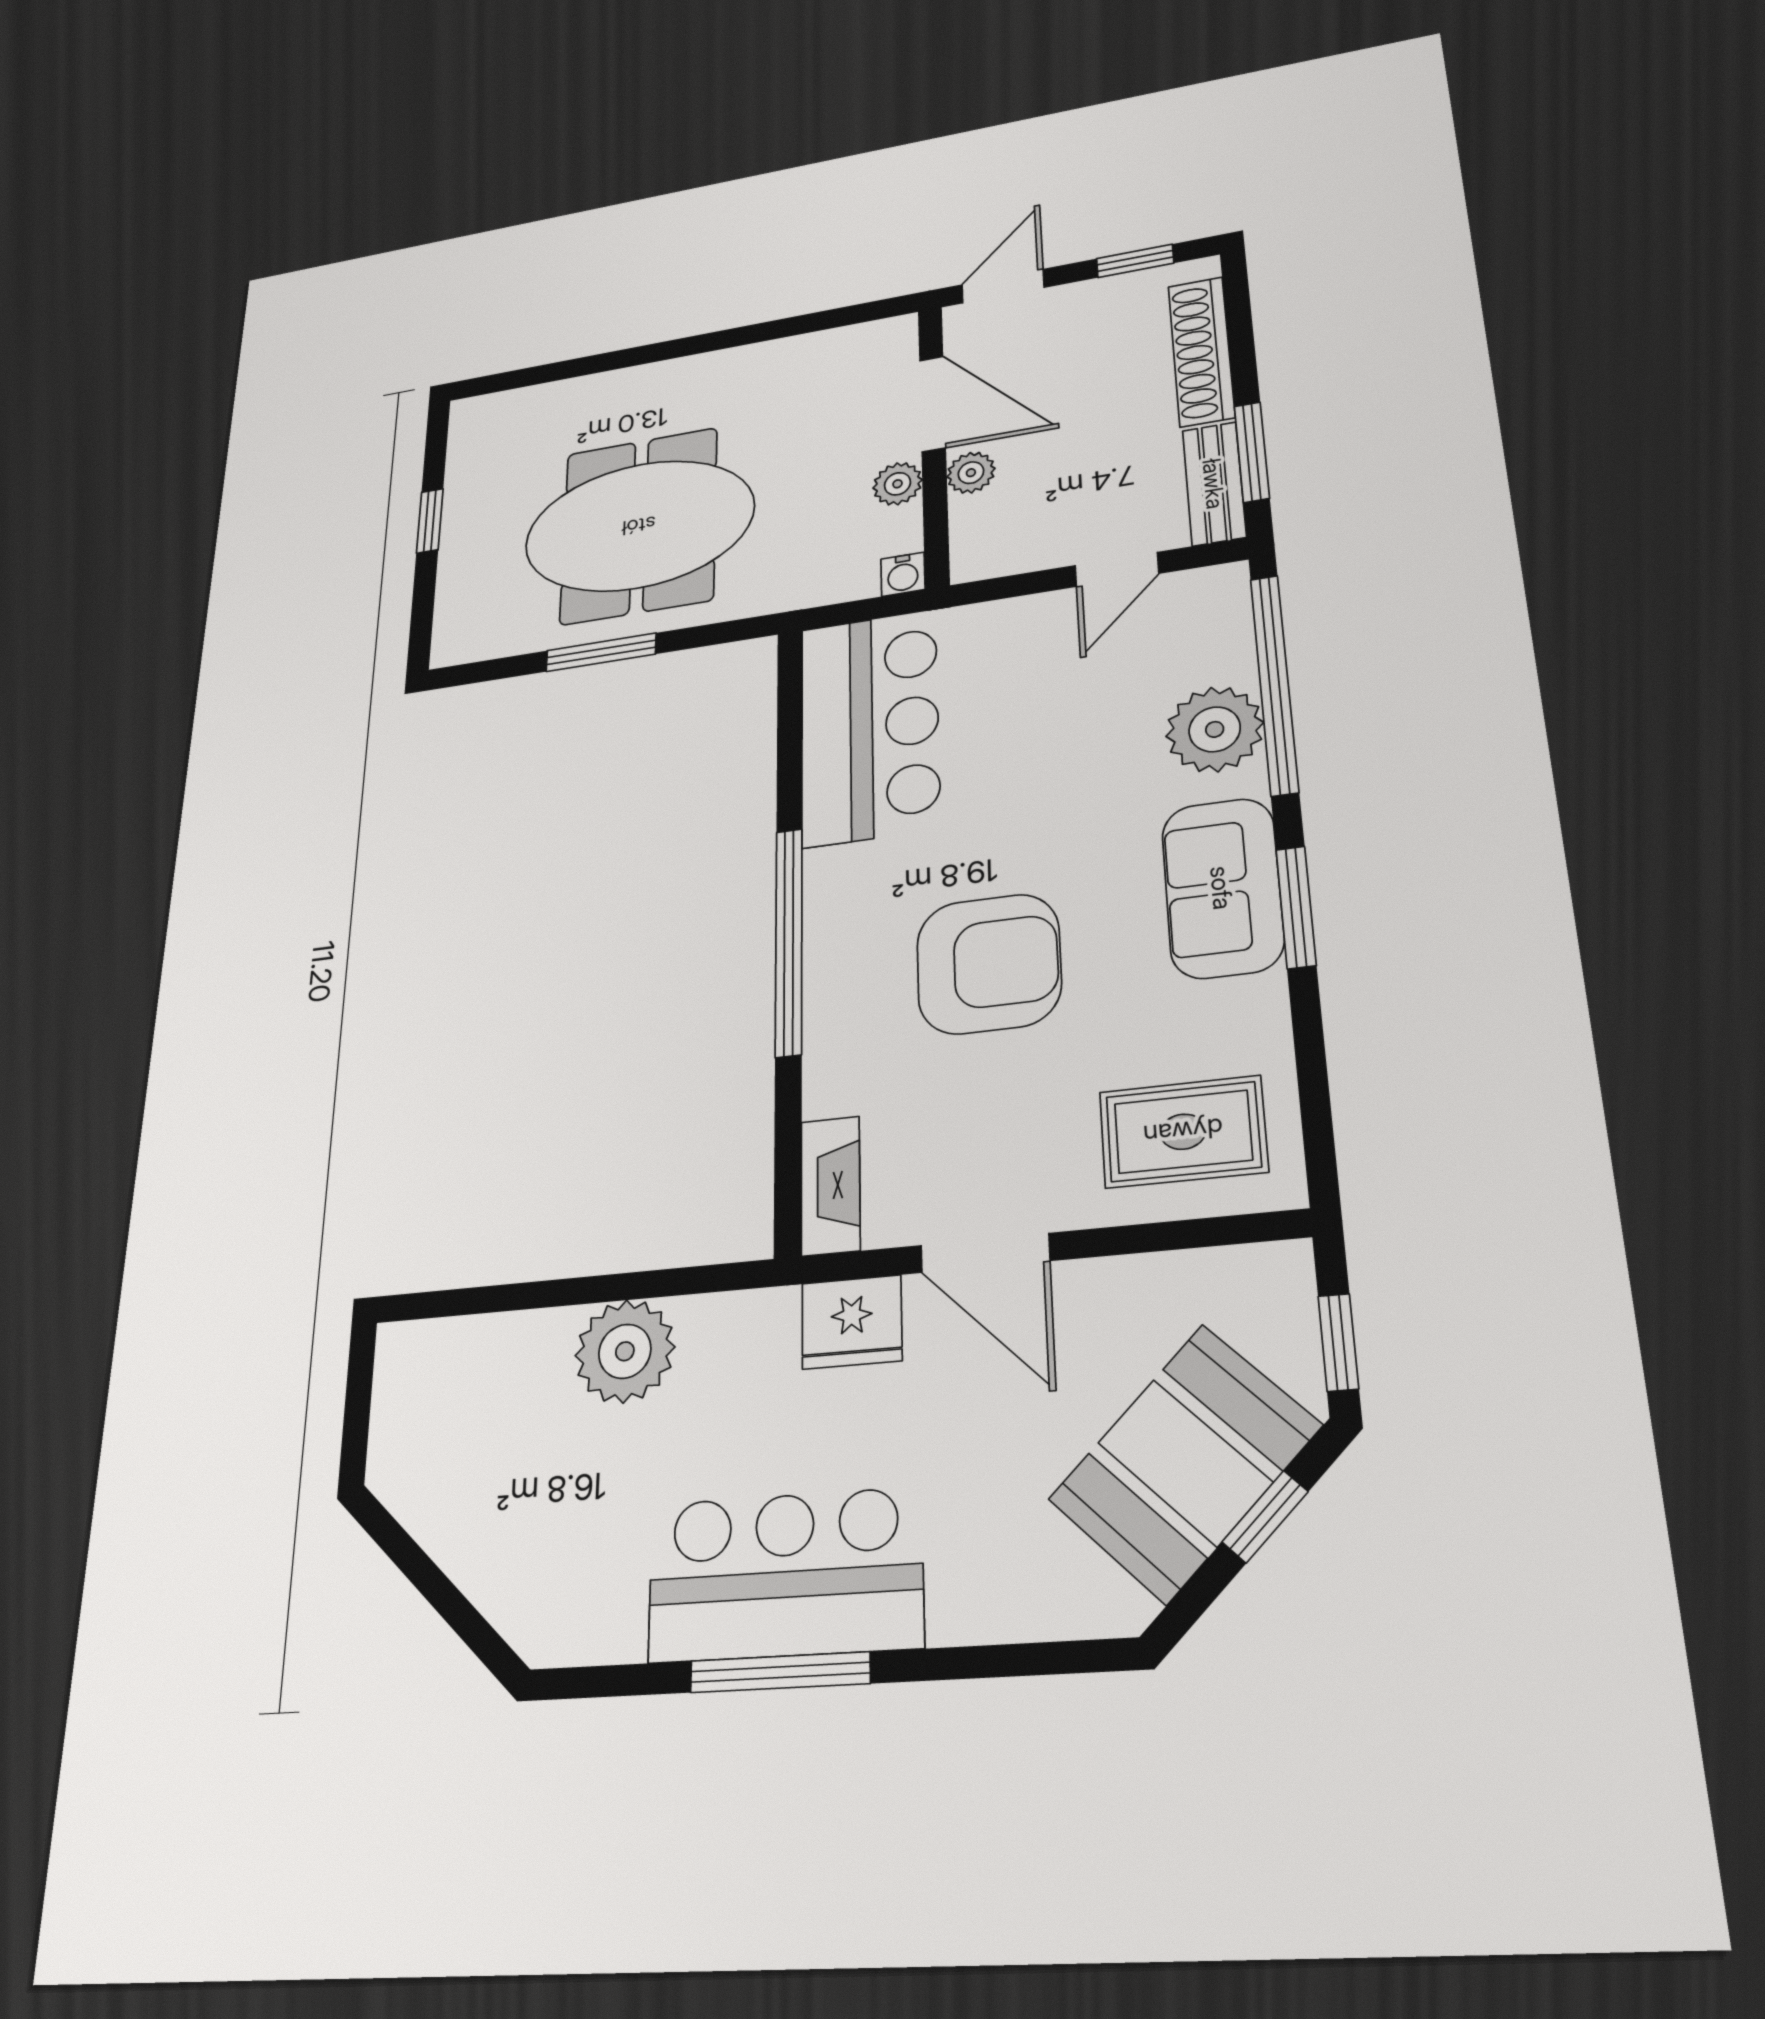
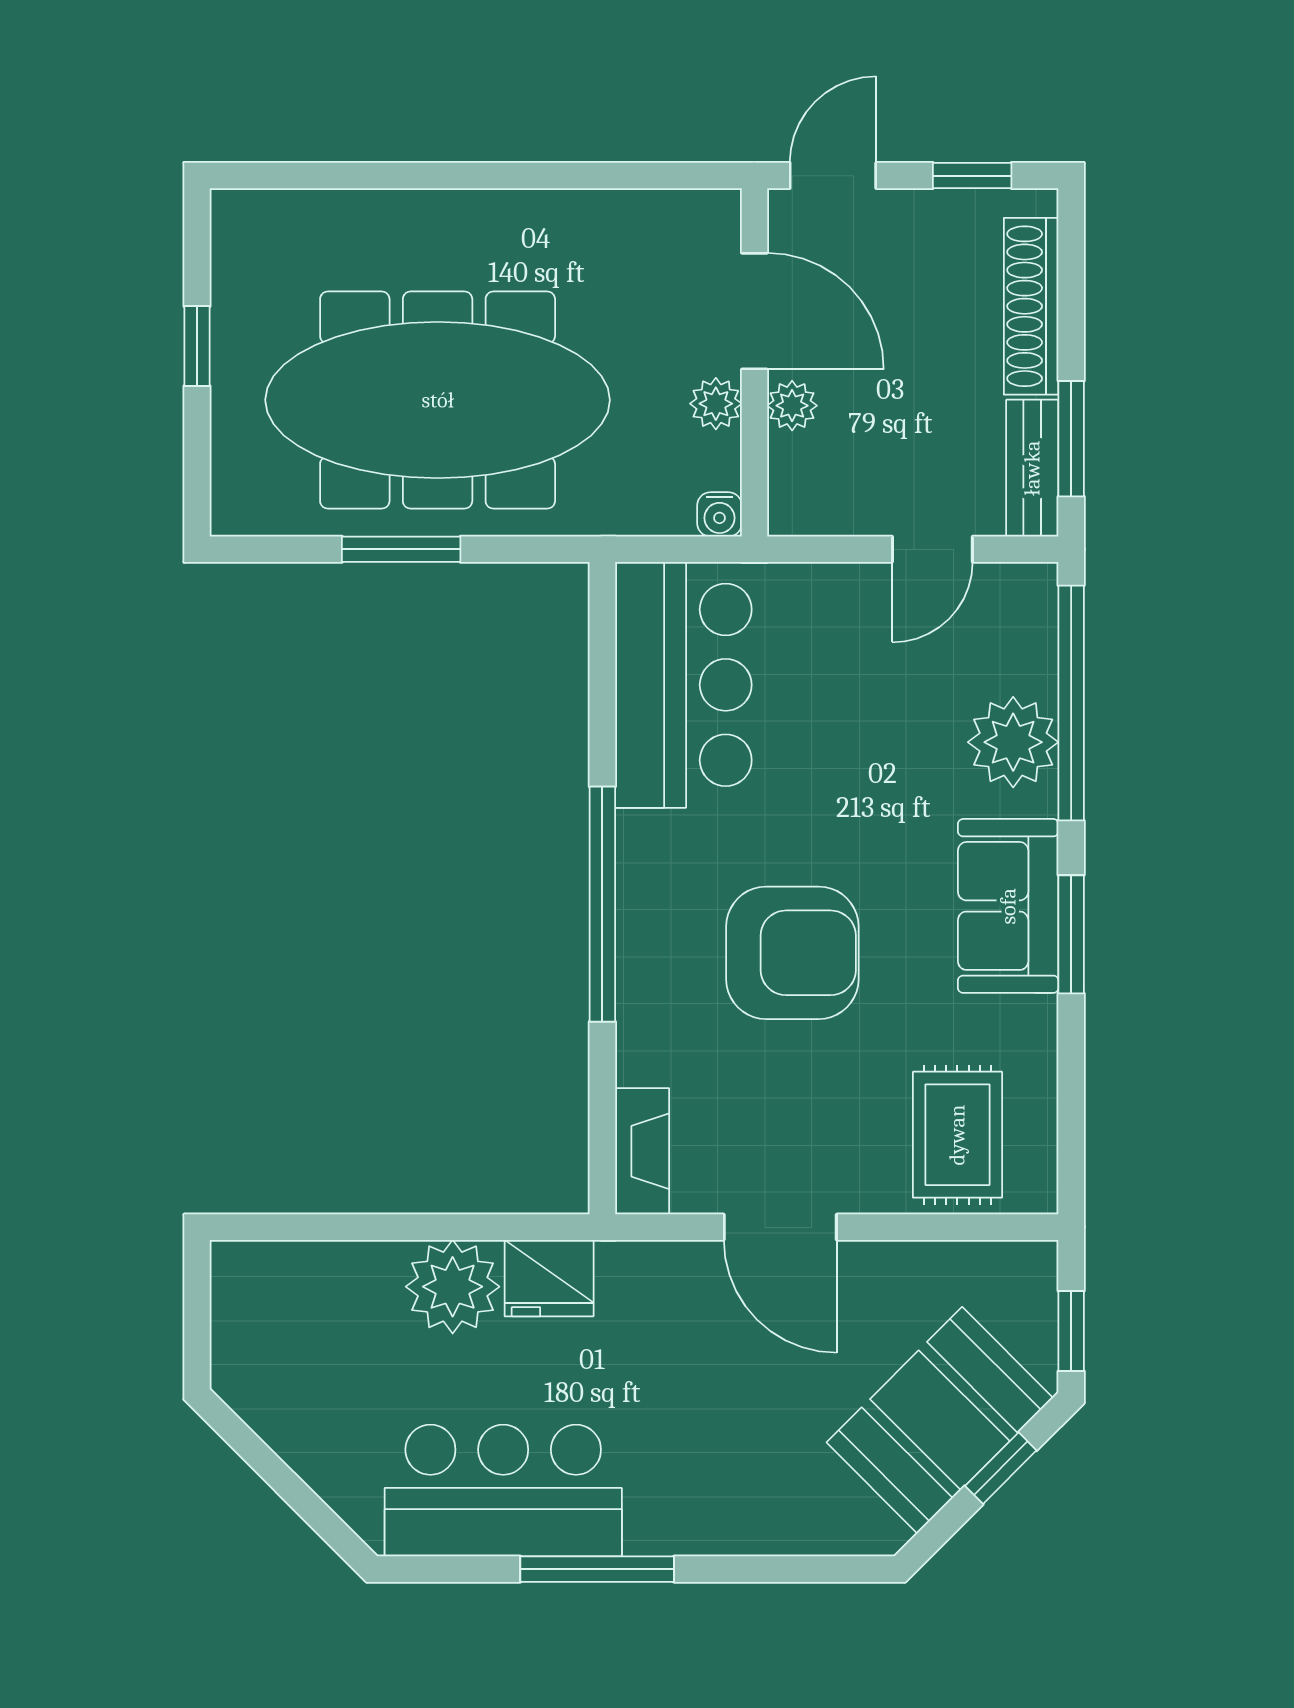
meeting table: (639, 526) -> (438, 400), width x1.36
rug: (1183, 1132) -> (957, 1135), turned 90
fridge: (852, 1322) -> (549, 1278), moved
bar counter: (785, 1575) -> (503, 1491), moved

